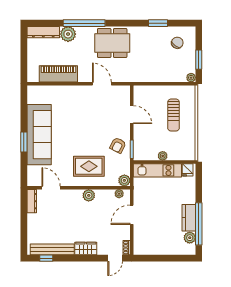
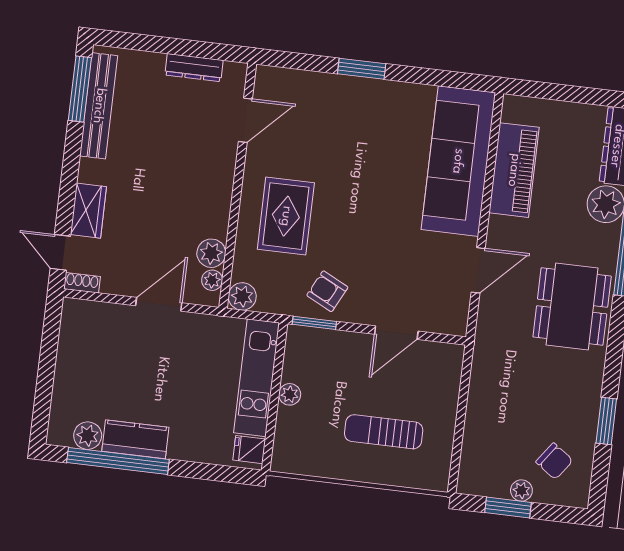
plant: (191, 78) -> (521, 490), moved
sofa: (39, 135) -> (458, 161), moved, turned 90
plant: (89, 195) -> (211, 253), moved
dresser: (32, 201) -> (194, 68), moved
door: (132, 215) -> (159, 304), hinge flipped
wardrobe: (86, 249) -> (88, 211), moved
window: (46, 258) -> (80, 89), width x2.17

